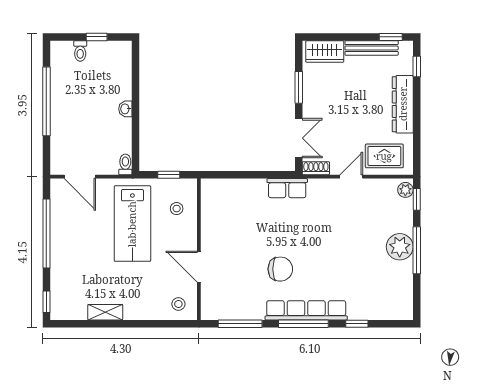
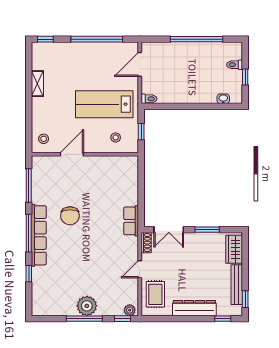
washbasin: (125, 109) -> (223, 99), moved
door: (351, 177) -> (140, 269), swing flipped

